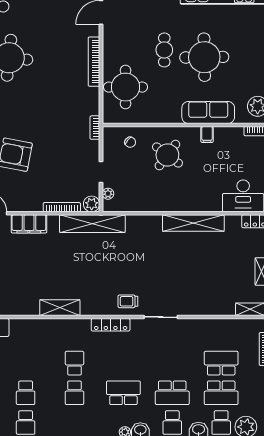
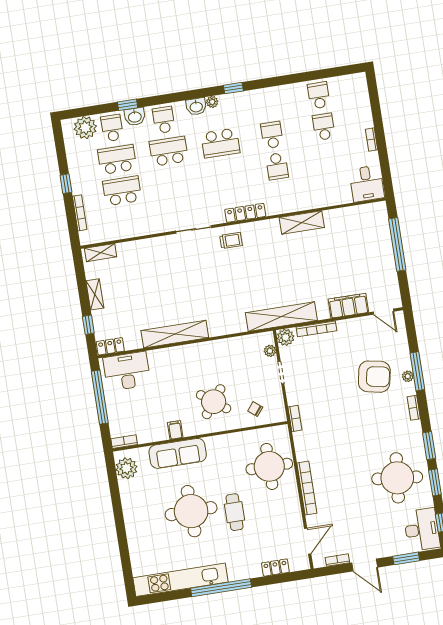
school desk: (221, 363) -> (122, 191), turned 180

